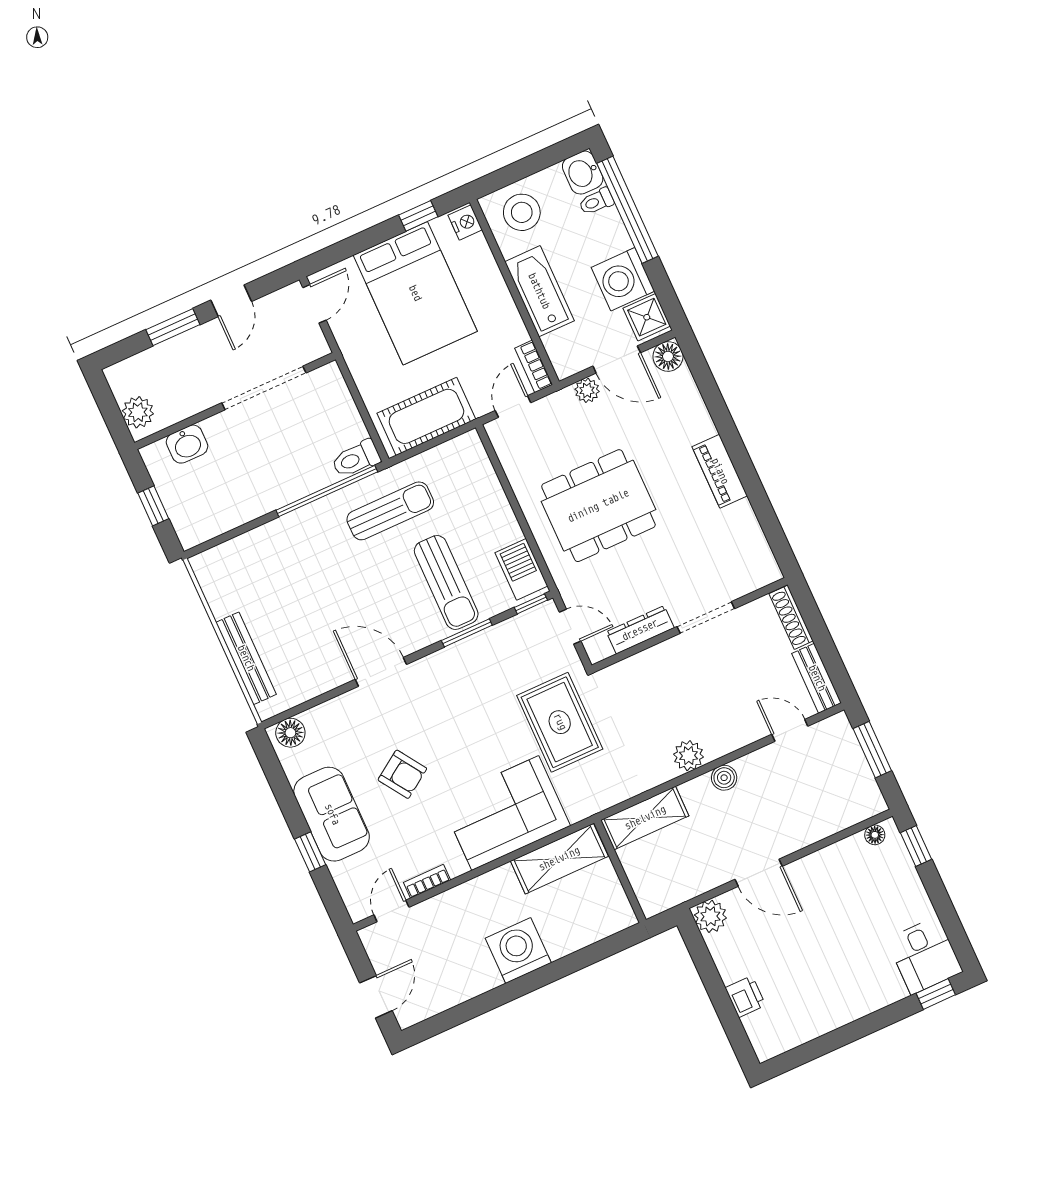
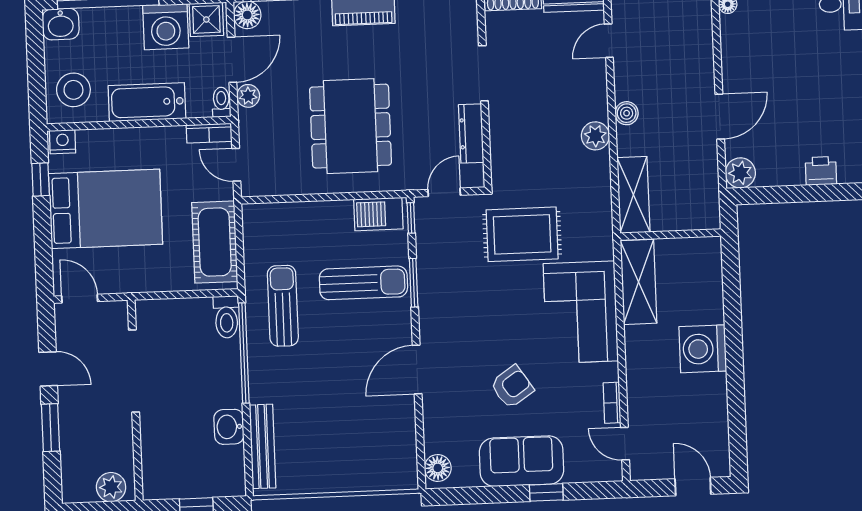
toilet: (596, 202) -> (221, 102), moved, turned 180
washbasin: (187, 444) -> (229, 427), moved, turned 180
bench: (246, 658) -> (263, 446), moved, turned 90

